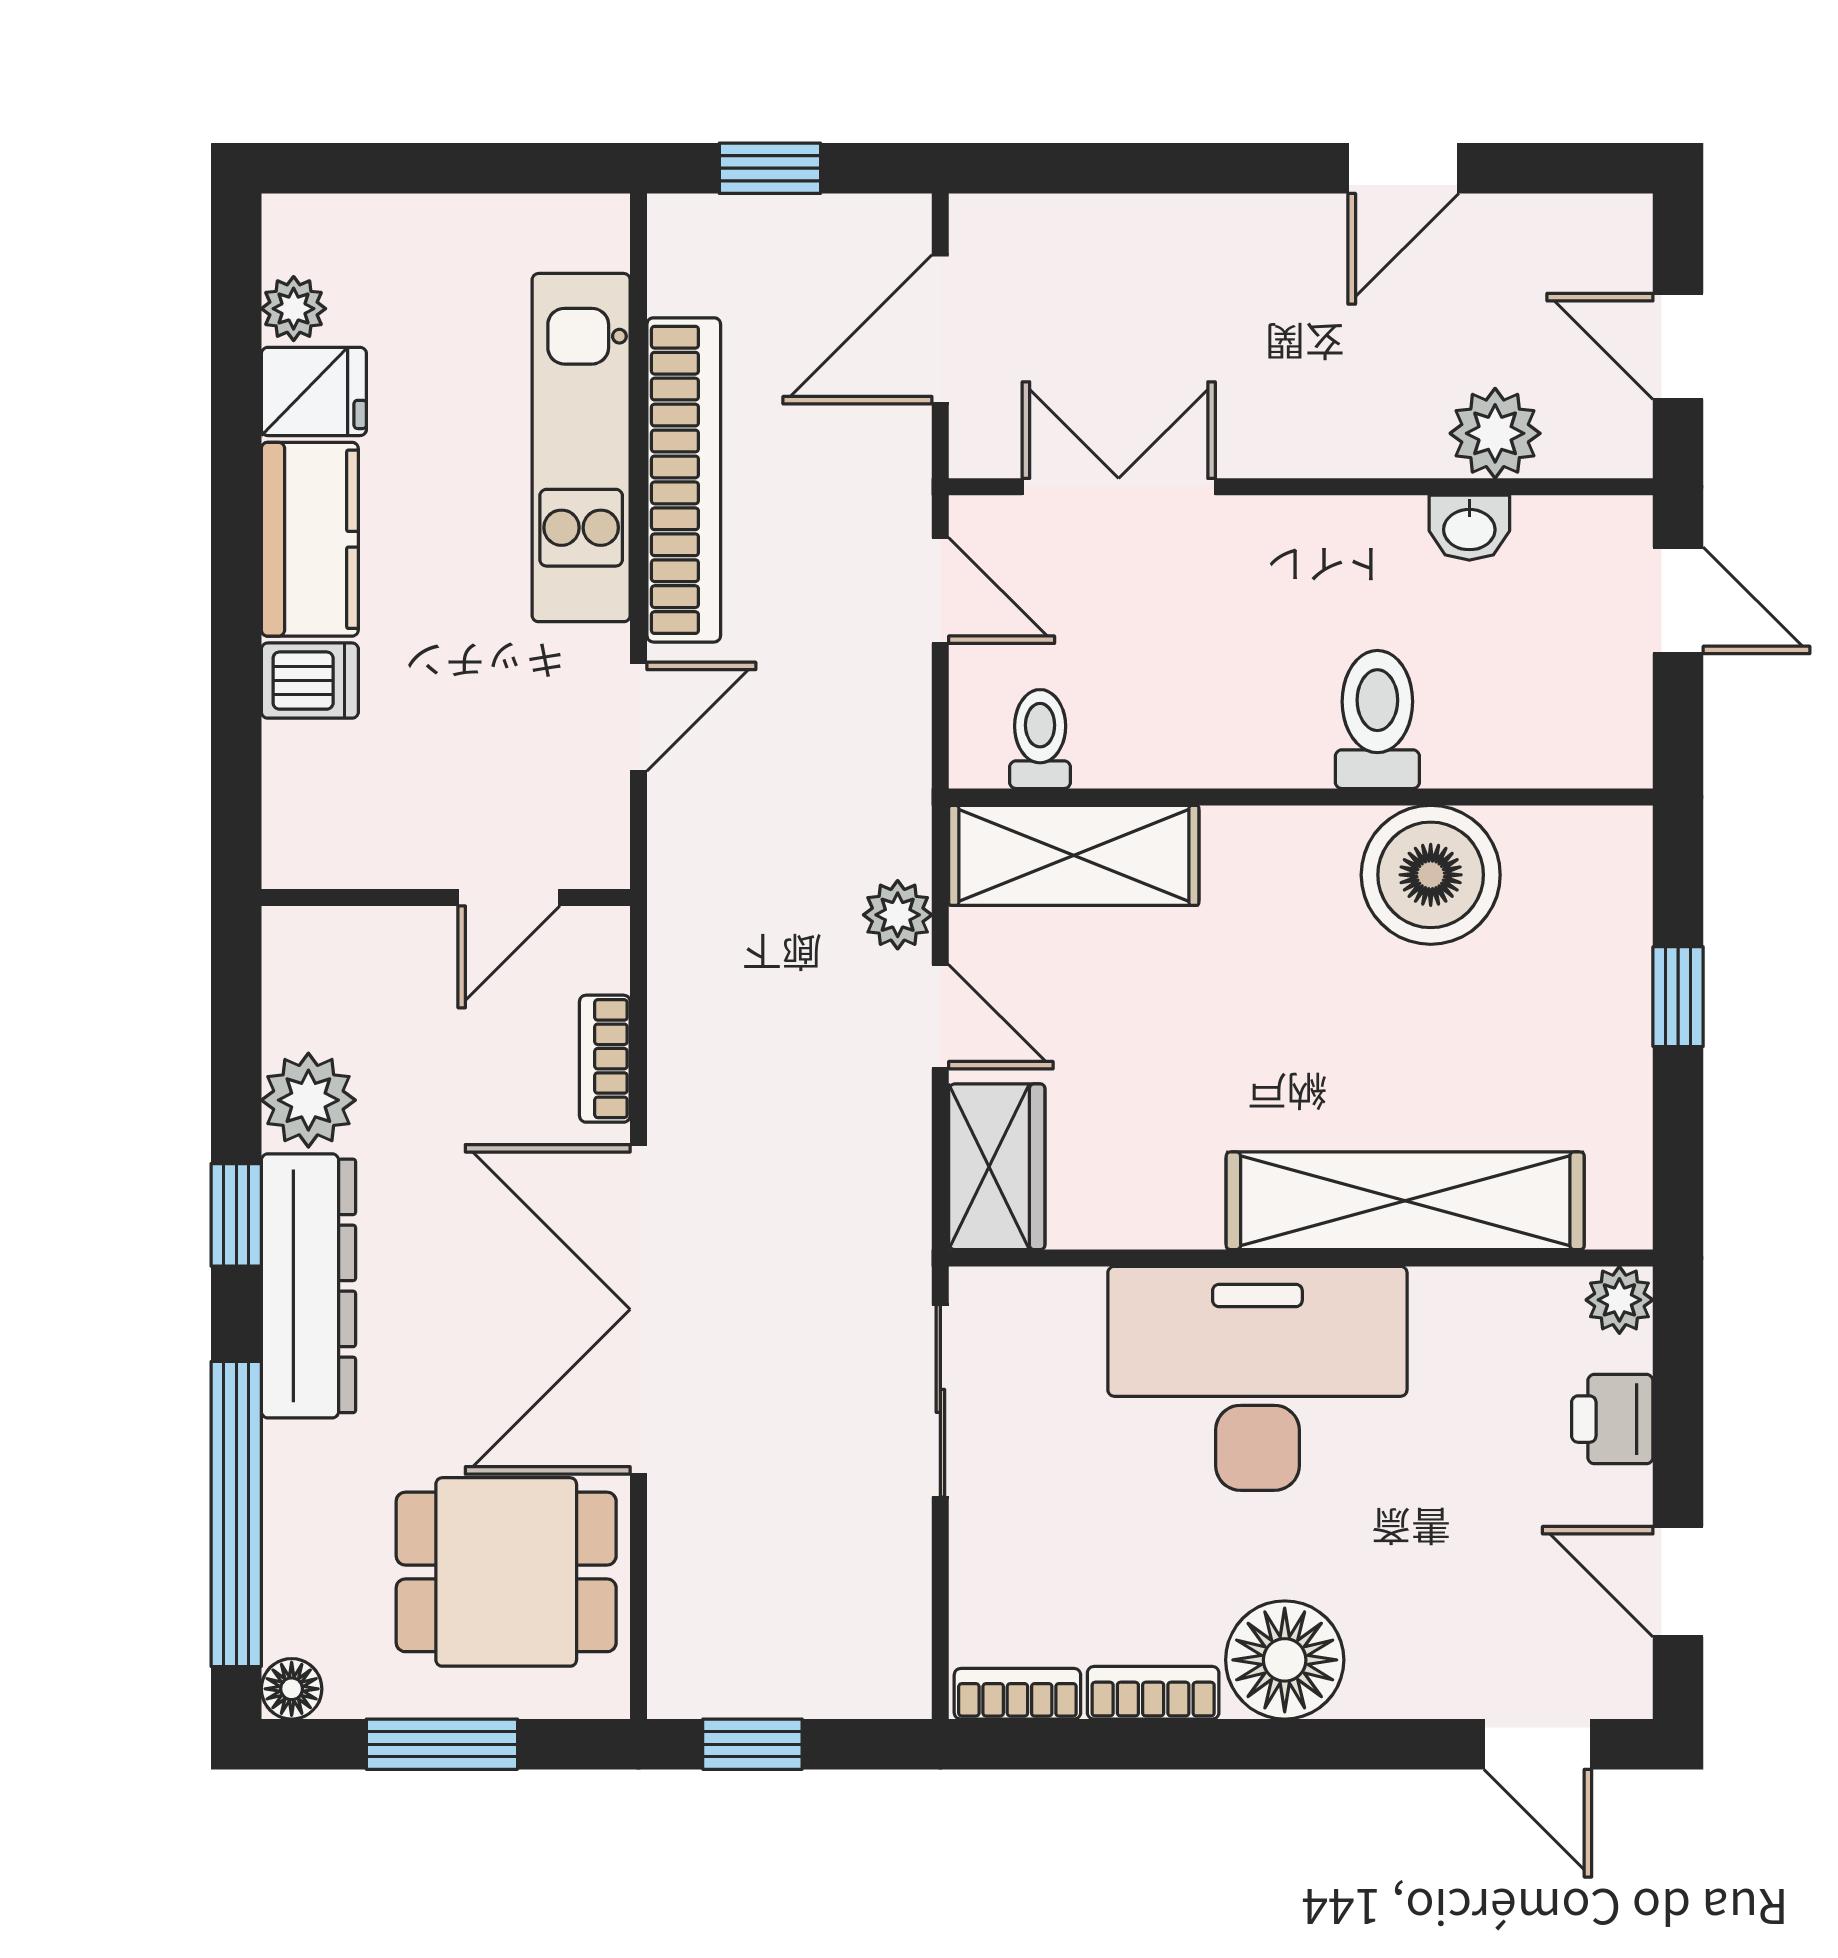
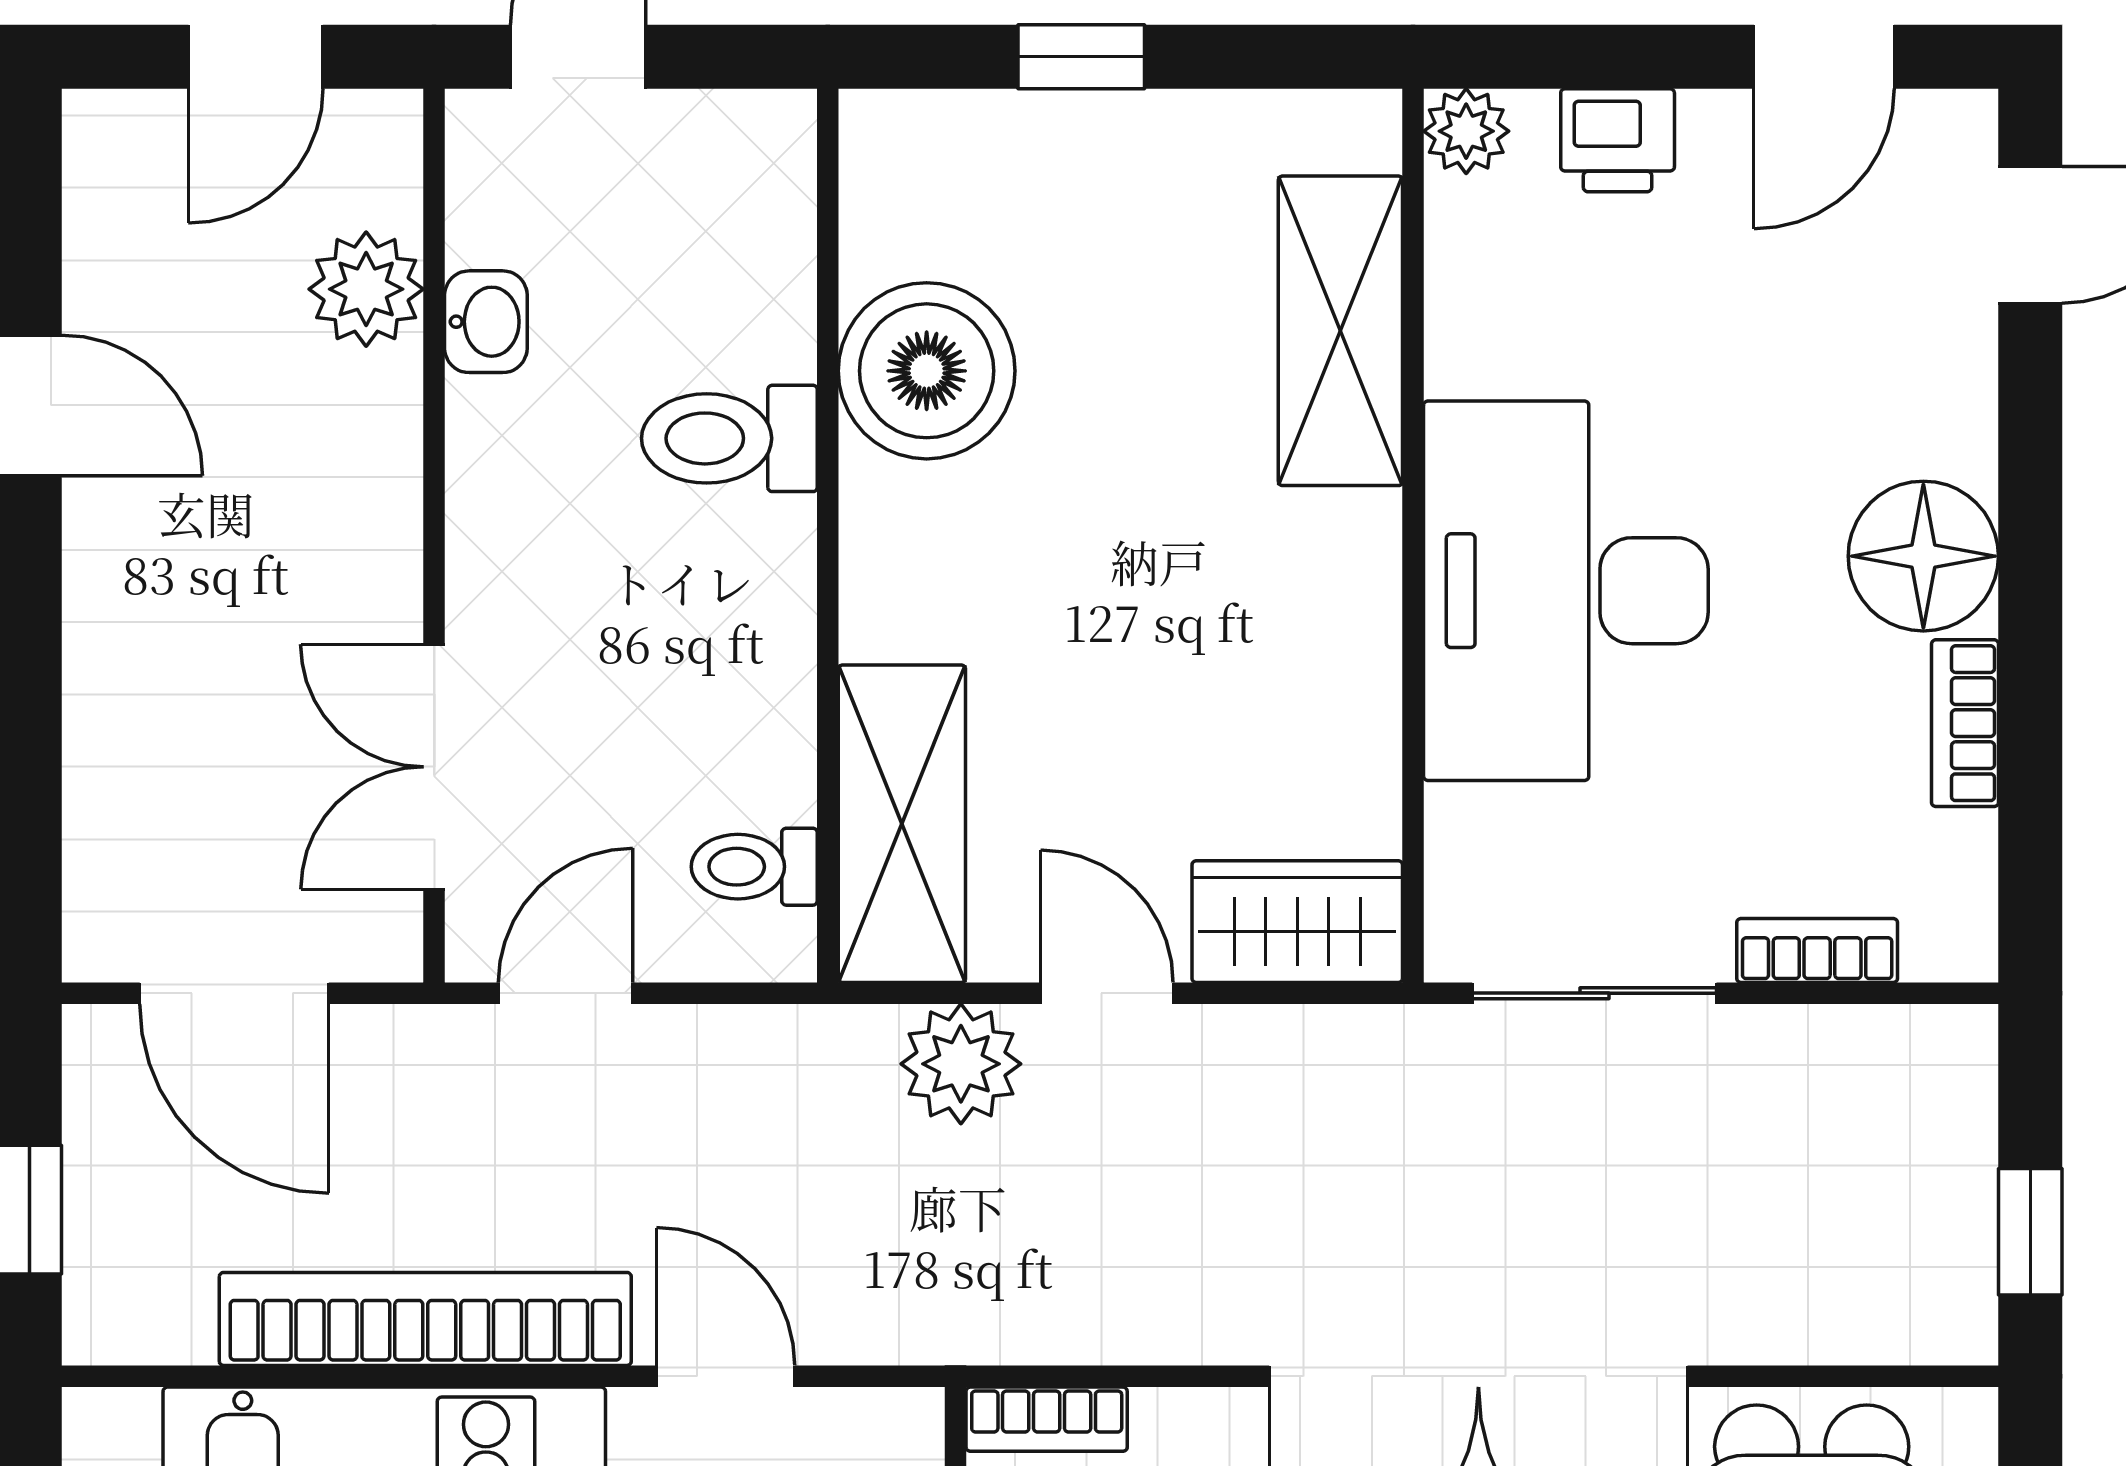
plant: (898, 915) -> (961, 1064), width x1.38, depth x1.38
door: (940, 1017) -> (1107, 993), hinge flipped
bookcase: (605, 1059) -> (1047, 1419), moved
shelving: (1405, 1201) -> (1340, 331), width x0.68
bookcase: (1017, 1694) -> (1817, 950), moved, turned 90

